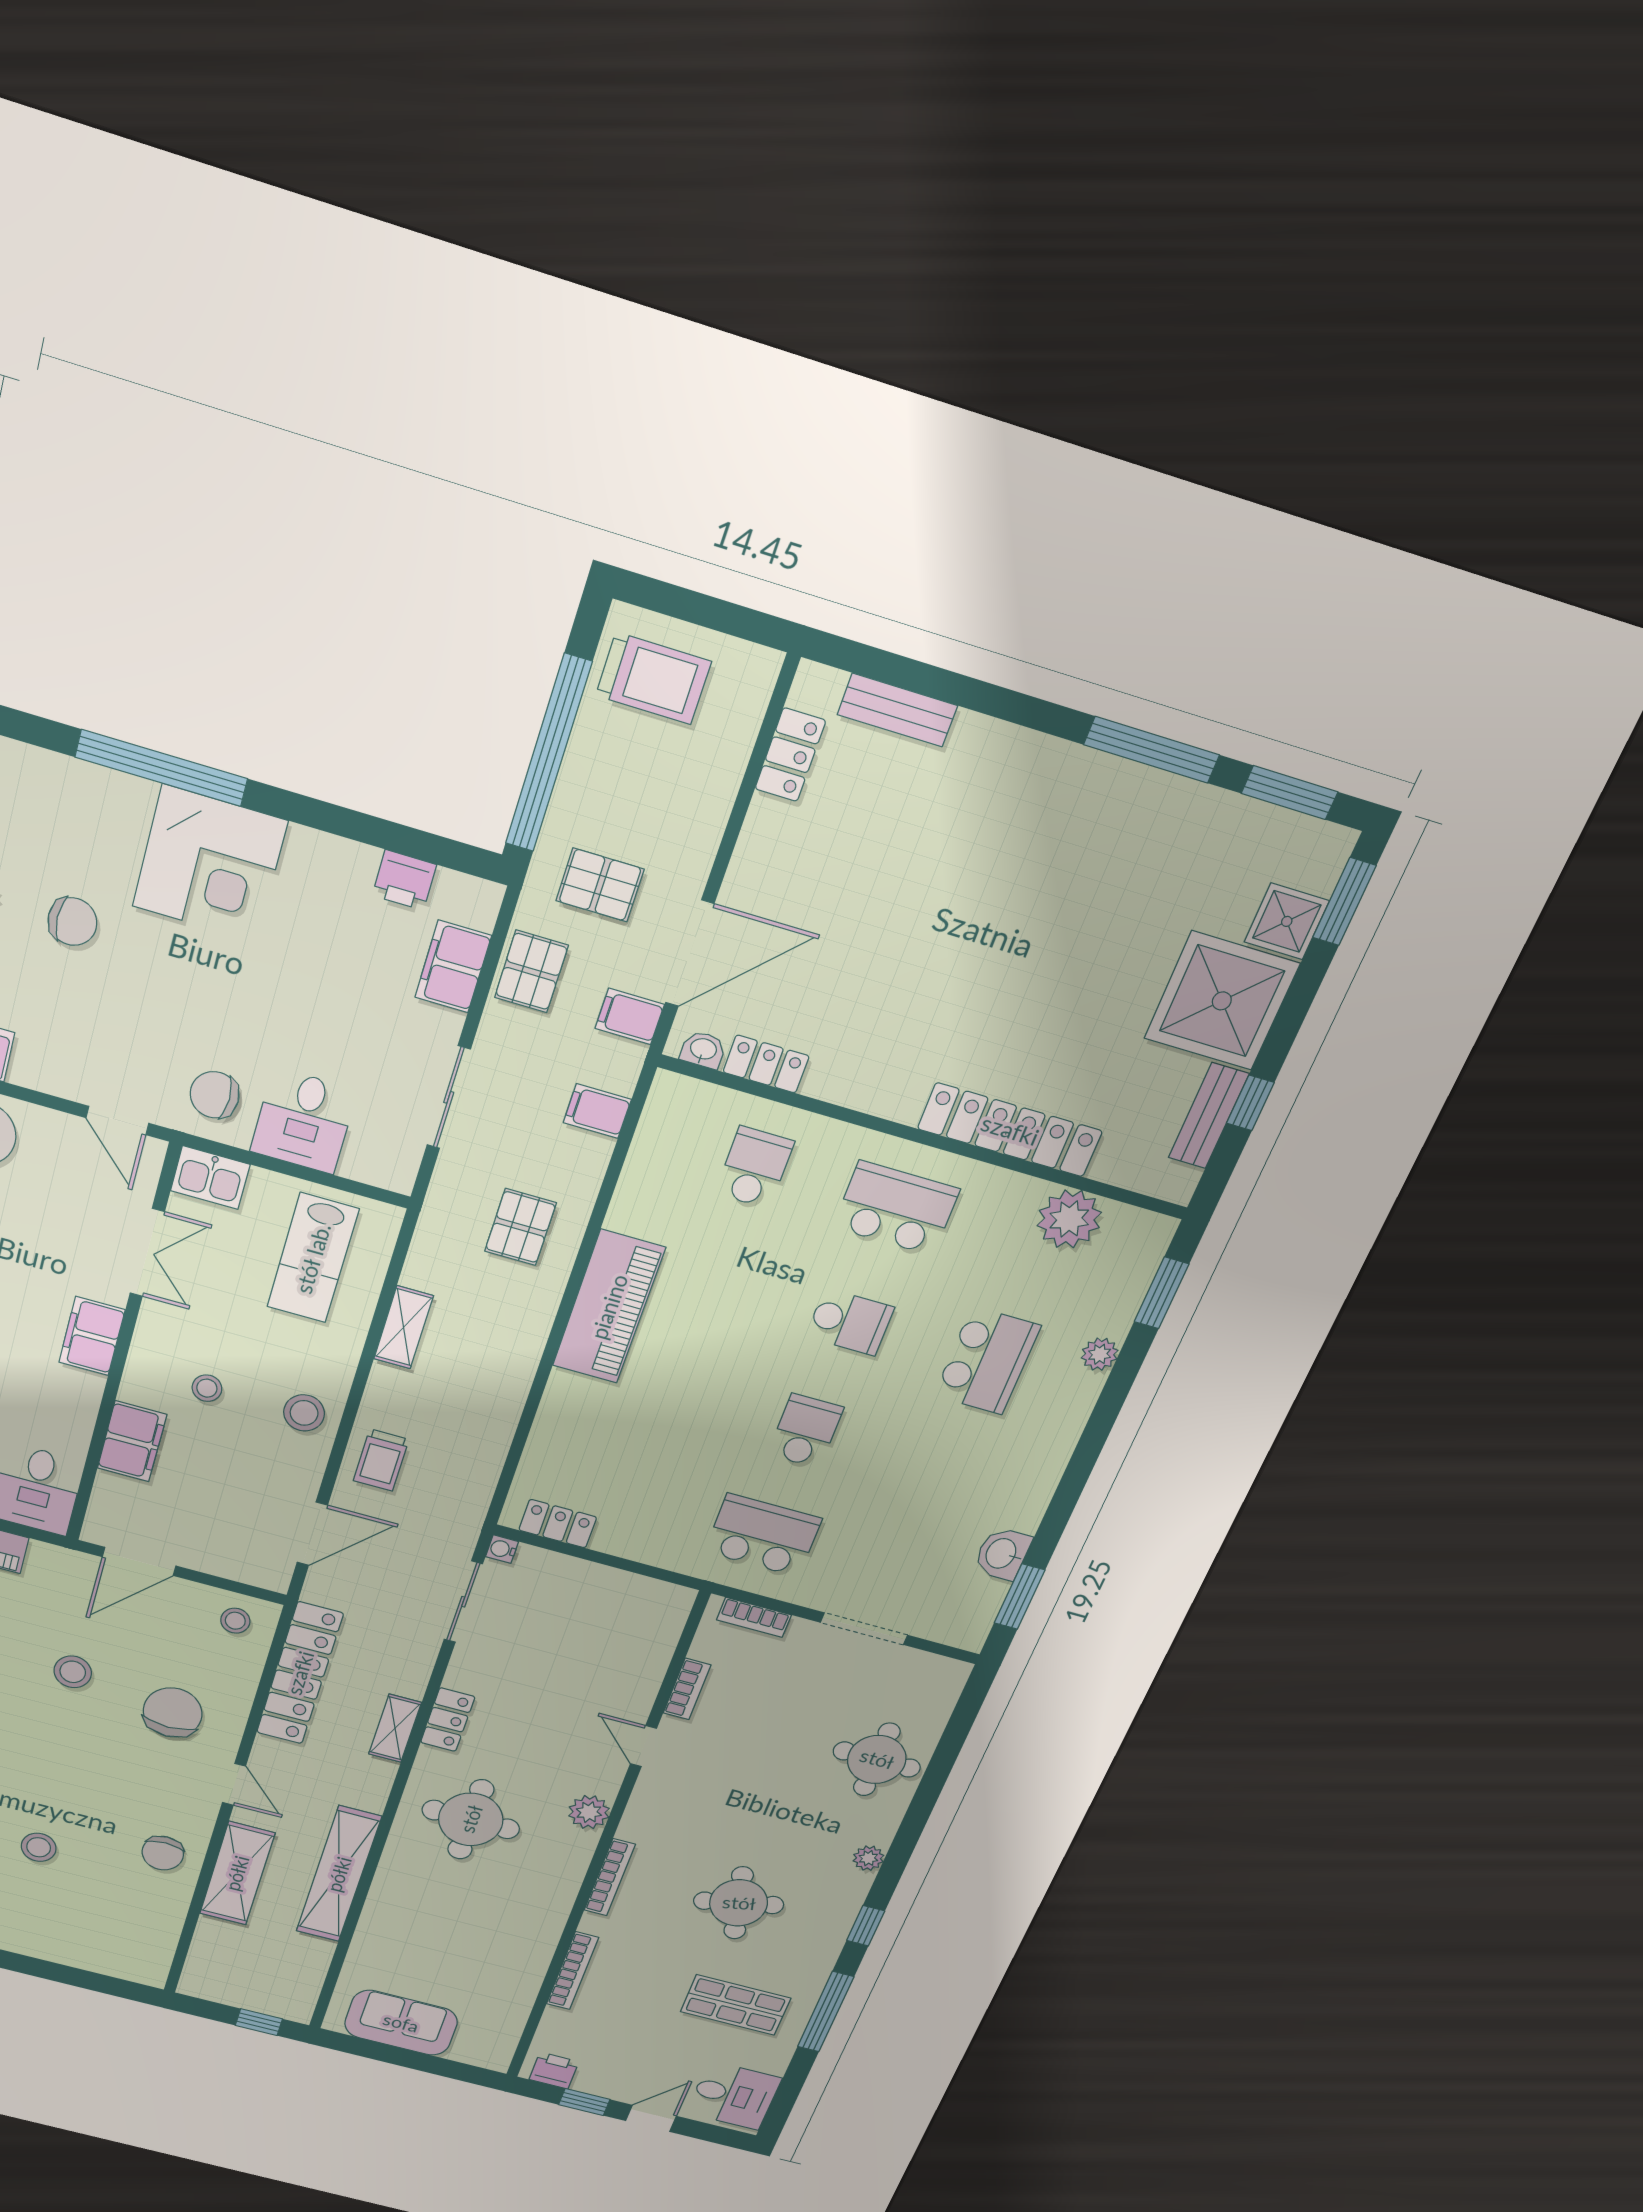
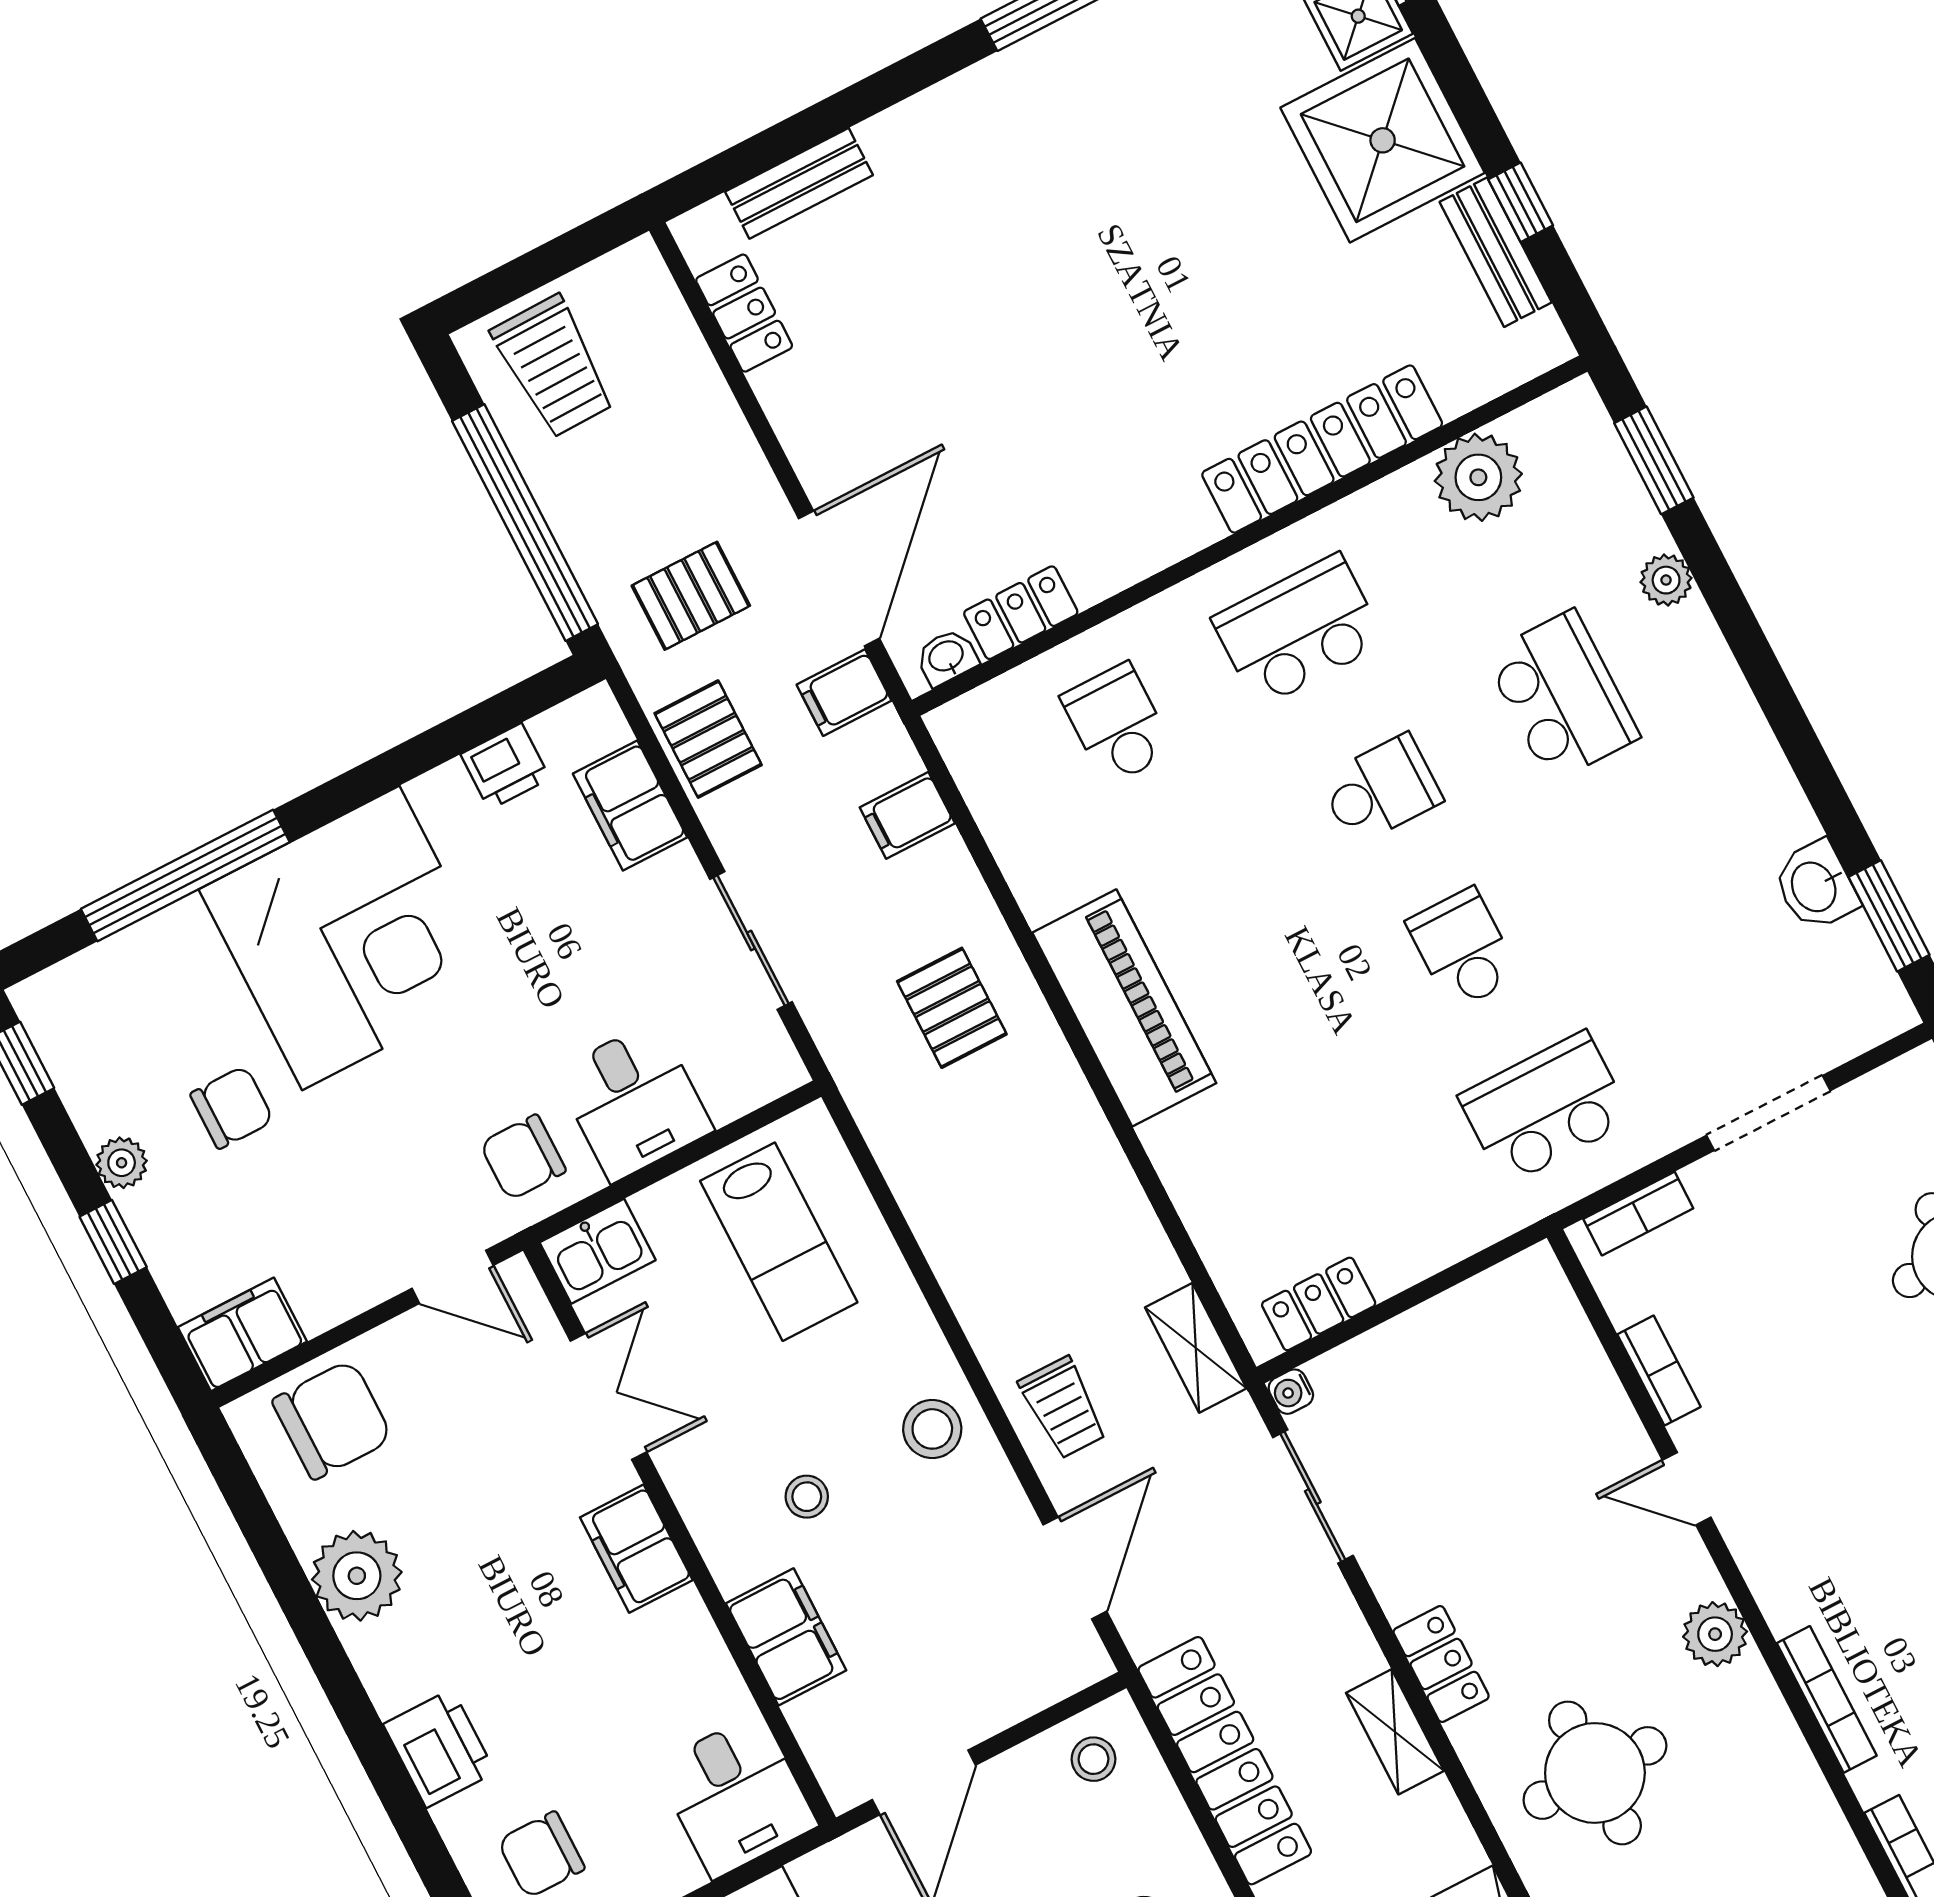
trolley: (654, 679) -> (553, 367), turned 89
corner desk: (210, 864) -> (351, 938), width x1.36, depth x1.36
shelving: (404, 1327) -> (1196, 1348), moved

